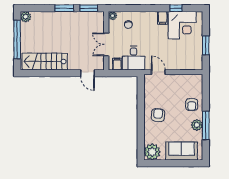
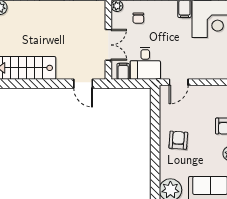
double door: (106, 44) -> (108, 45), swing flipped
door: (158, 72) -> (179, 82), swing flipped

